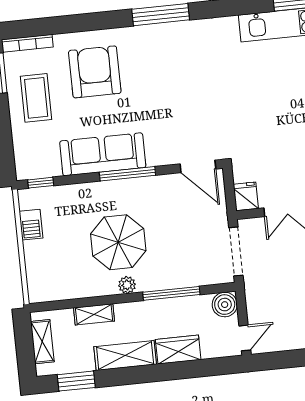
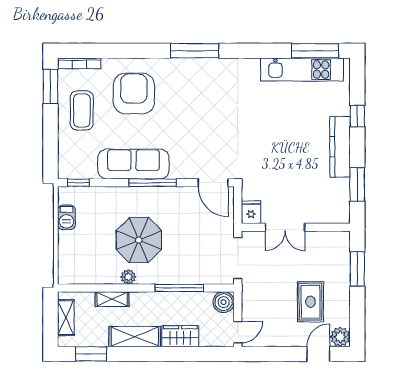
plant: (127, 285) -> (128, 277), moved

